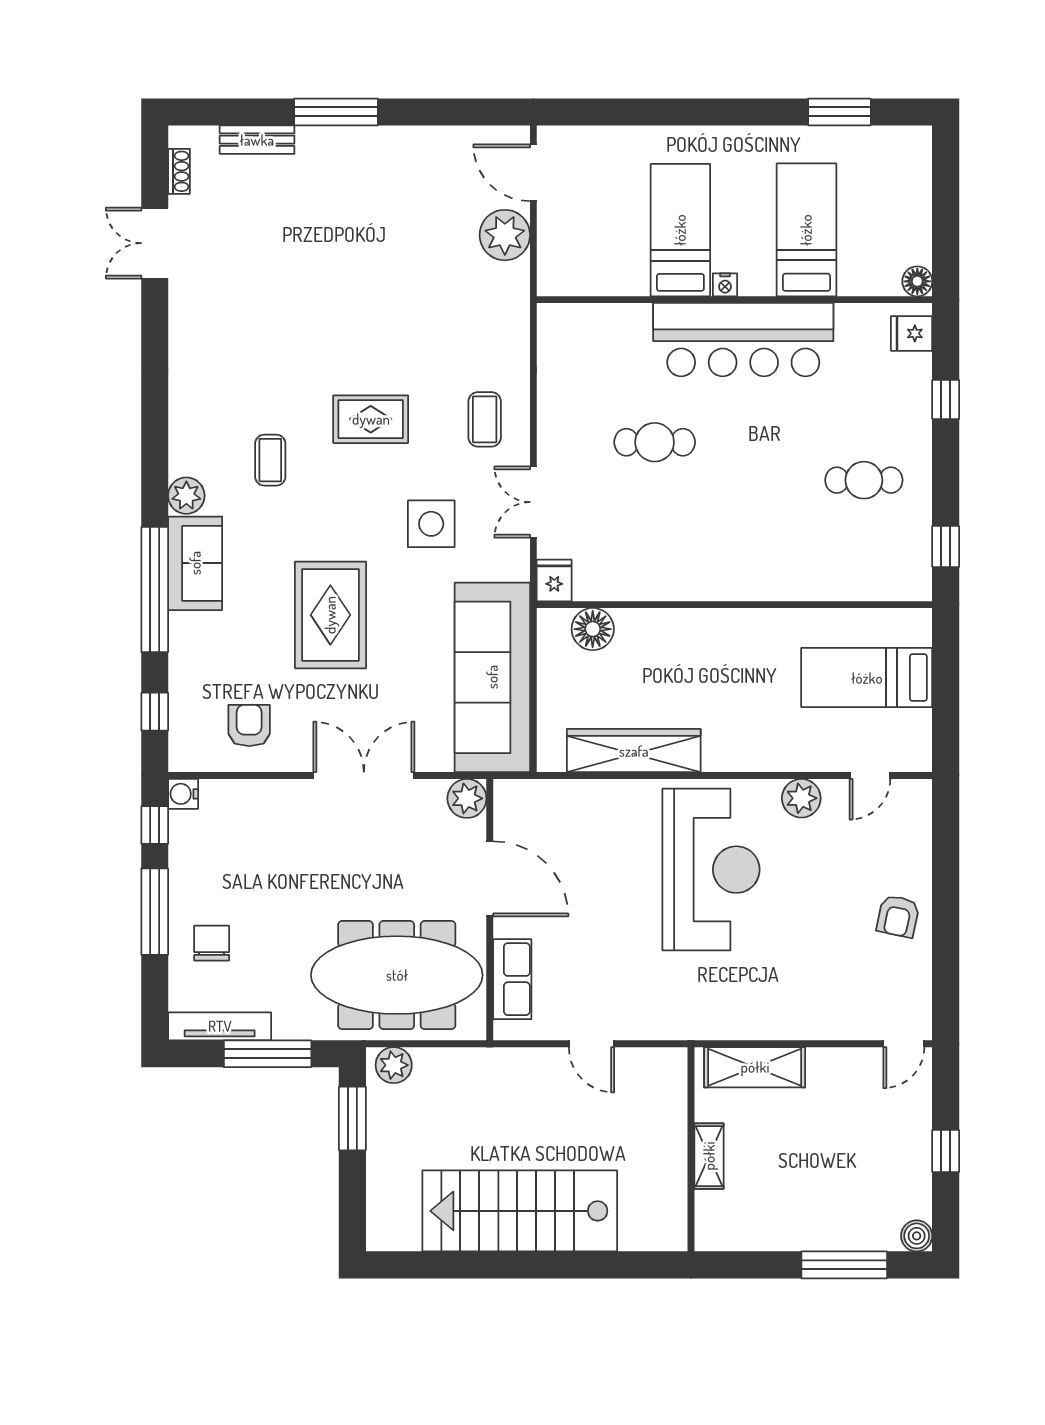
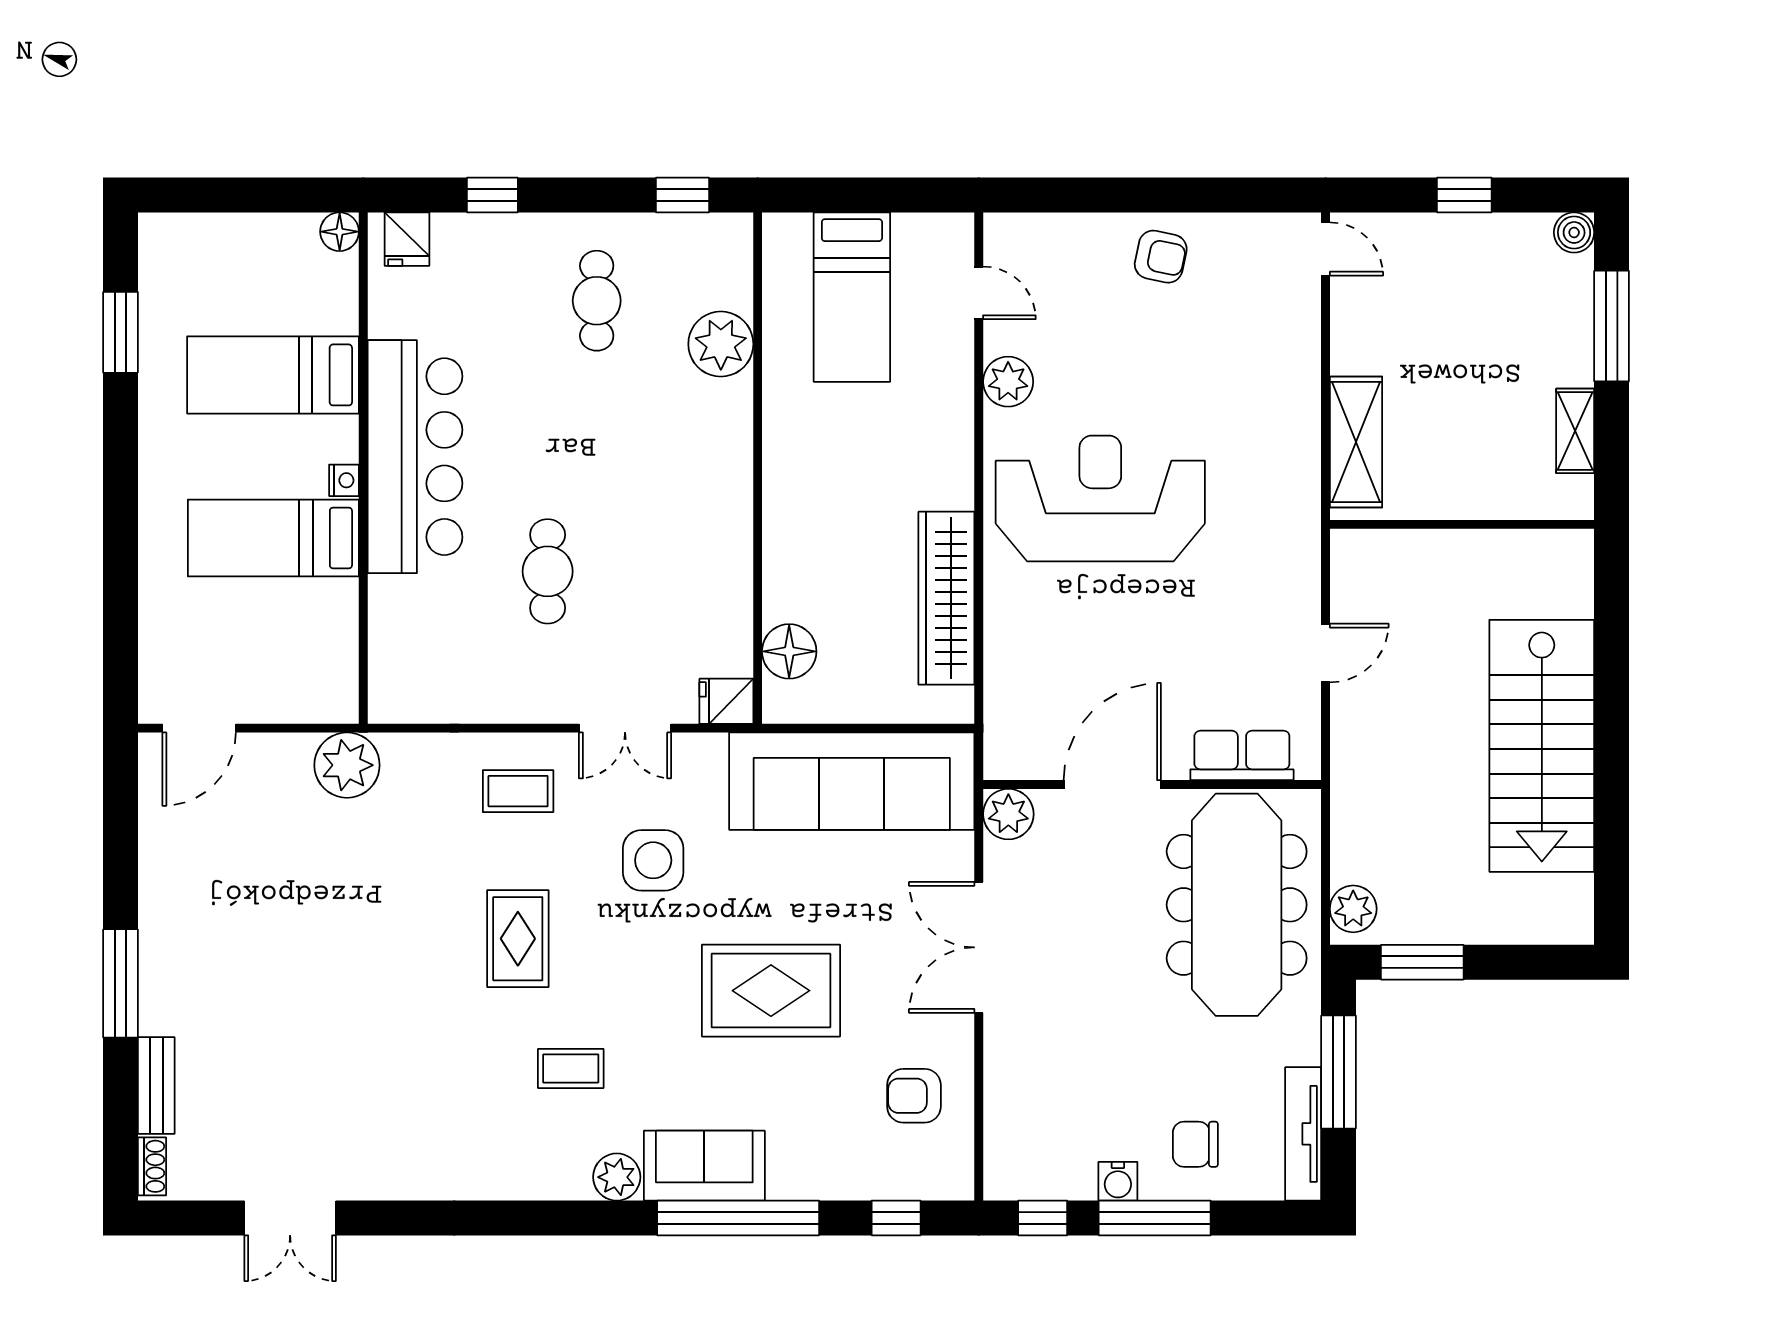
shoe rack: (179, 171) -> (152, 1166), moved, turned 90
plant: (505, 235) -> (347, 765), moved
plant: (830, 576) -> (721, 344), added
water cooler: (183, 794) -> (1118, 1181), moved
shelving: (709, 1156) -> (1575, 431), moved, turned 90

